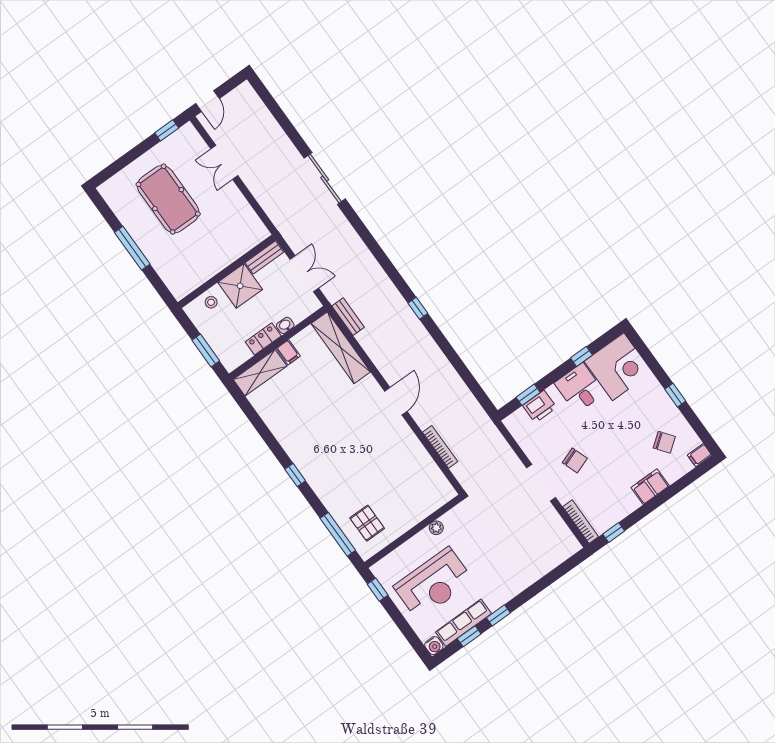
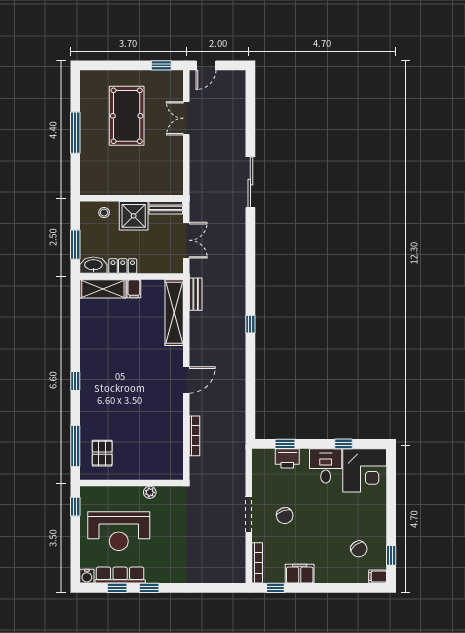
washbasin: (285, 325) -> (93, 265), moved, width x1.91, depth x1.45
window: (675, 395) -> (391, 555), moved
filing cabinet: (650, 487) -> (300, 574), moved

